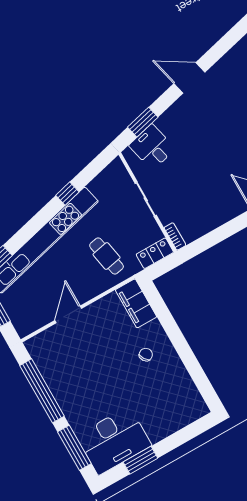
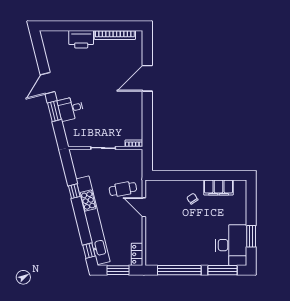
window: (143, 122) -> (54, 111), moved
desk: (152, 147) -> (71, 109), moved
locker: (155, 253) -> (137, 254), moved
filing cabinet: (136, 303) -> (219, 188), moved
door: (68, 314) -> (144, 207), moved

